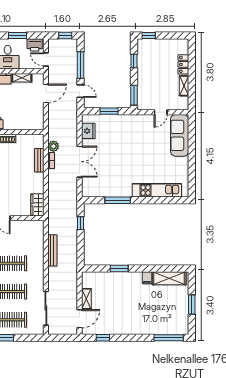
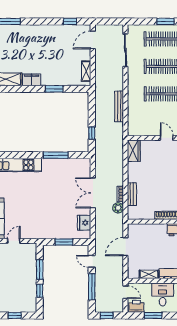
window: (149, 36) -> (15, 315), moved
door: (46, 94) -> (125, 247), moved
window: (134, 95) -> (40, 269), moved
filing cabinet: (147, 278) -> (32, 80), width x2.00
shelving: (86, 299) -> (86, 71), moved

